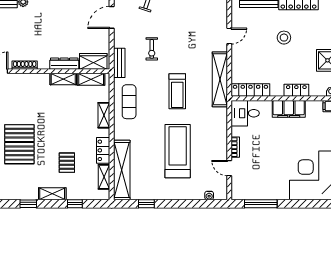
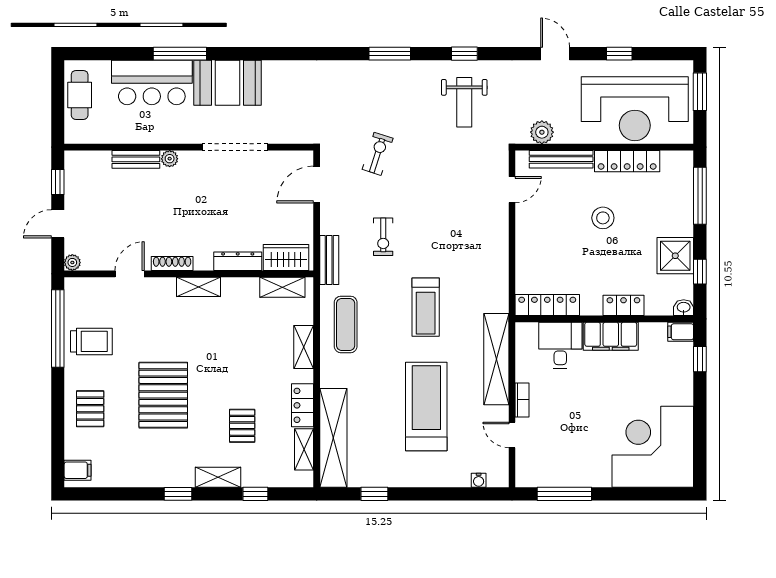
door: (229, 36) -> (512, 190), moved
shelving: (63, 79) -> (198, 287), moved
shelving: (220, 79) -> (496, 359), moved
desk: (245, 113) -> (560, 345), moved, turned 90

